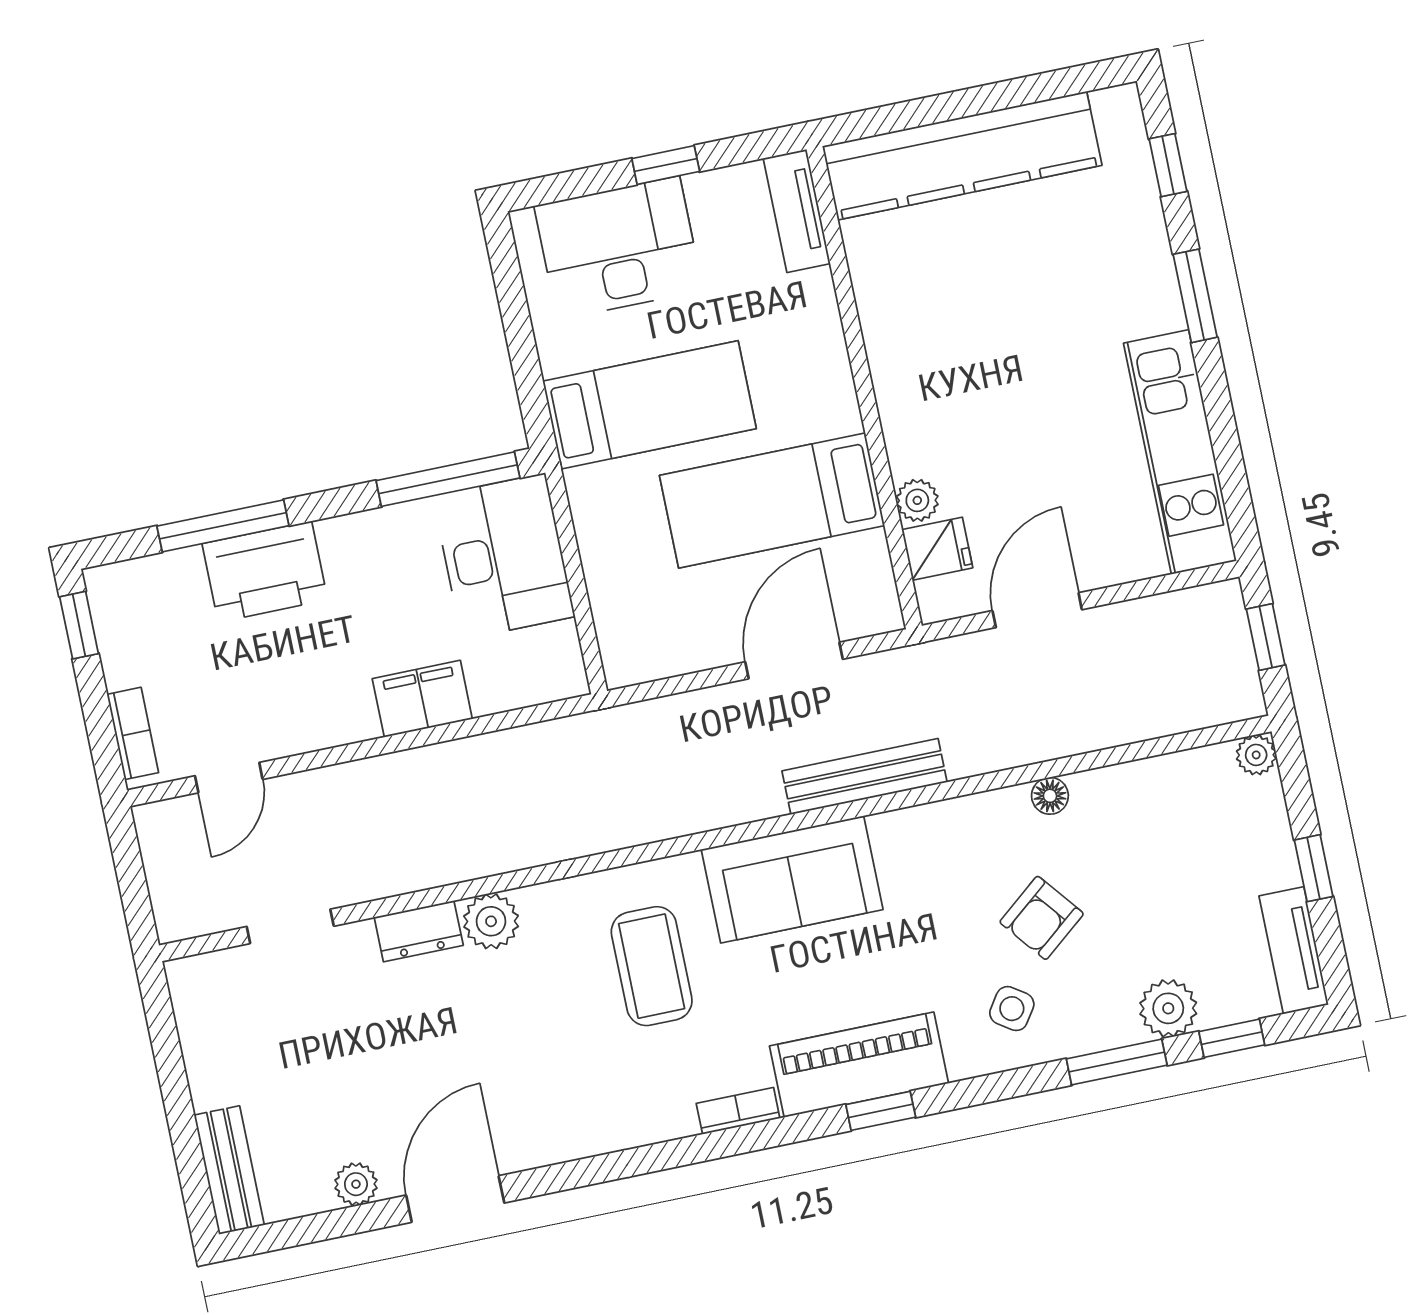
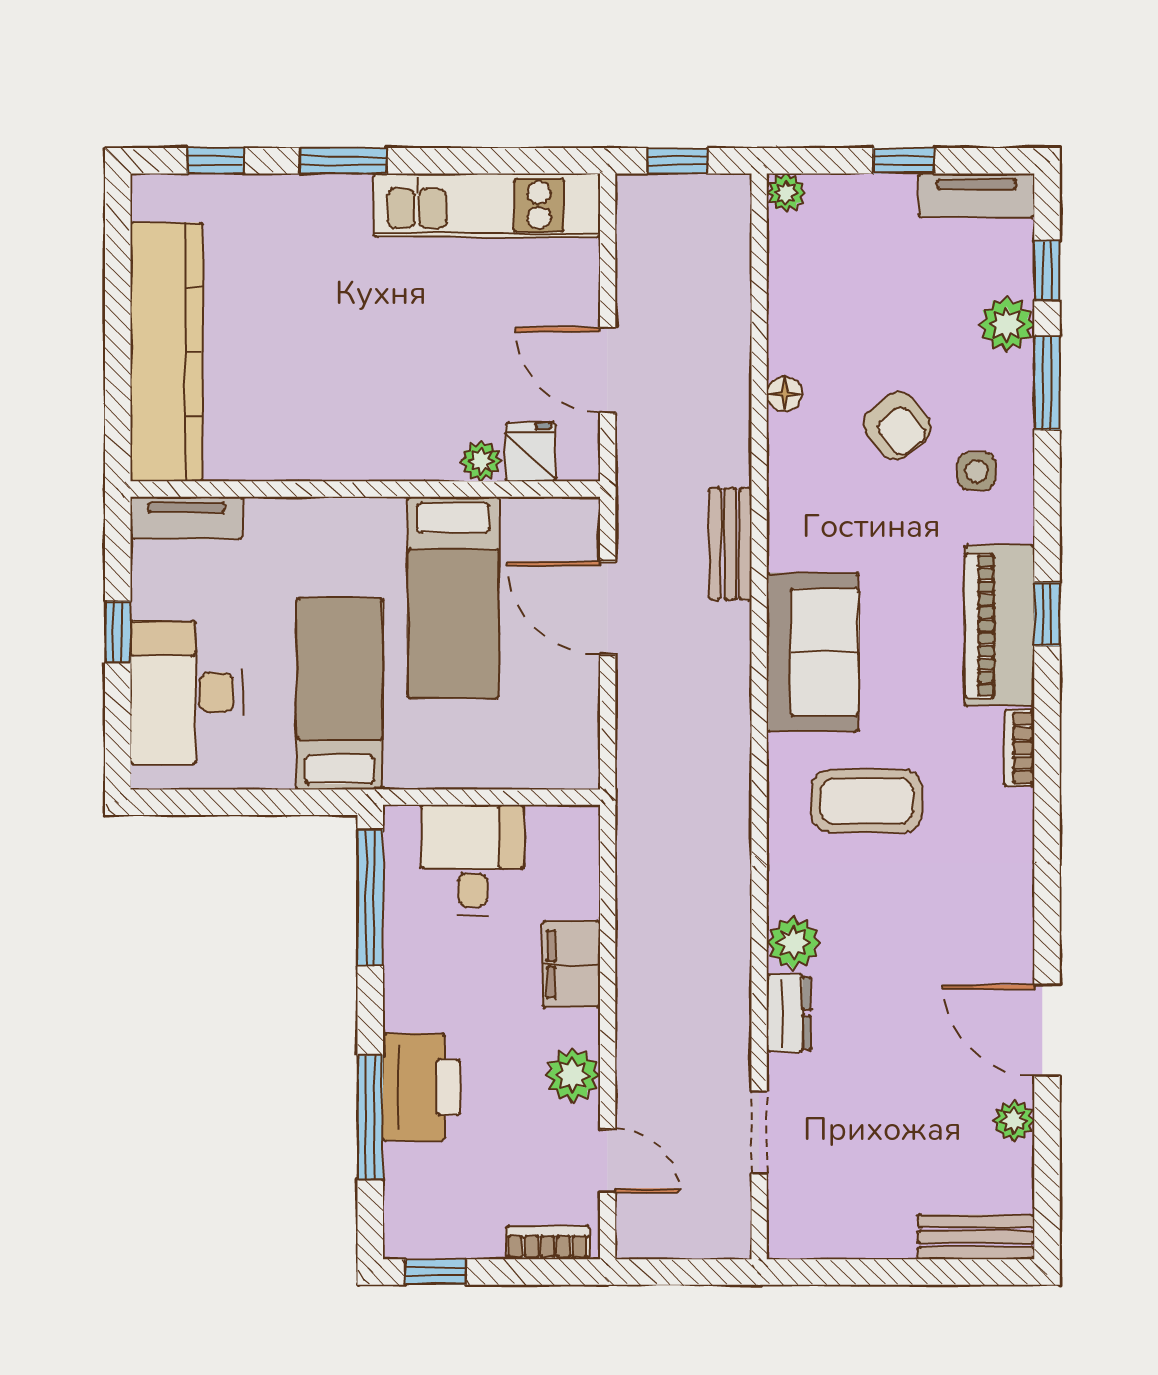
desk: (504, 556) -> (473, 860), width x0.73
plant: (309, 724) -> (573, 1075), added
bench: (865, 777) -> (730, 544), width x0.73
side table: (1012, 1009) -> (977, 471), turned -34

